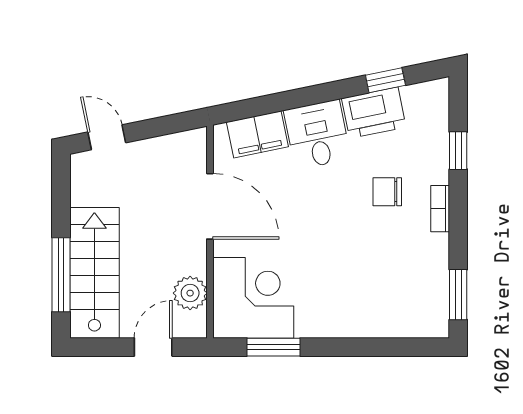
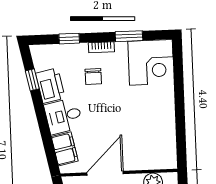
window: (458, 295) -> (129, 36), moved
corner desk: (253, 298) -> (151, 62), moved, turned 180
window: (273, 347) -> (181, 135), removed

